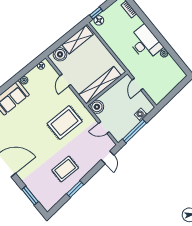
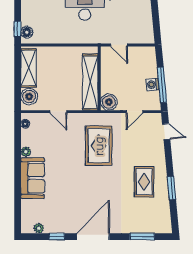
washing machine: (141, 115) -> (153, 84), moved

